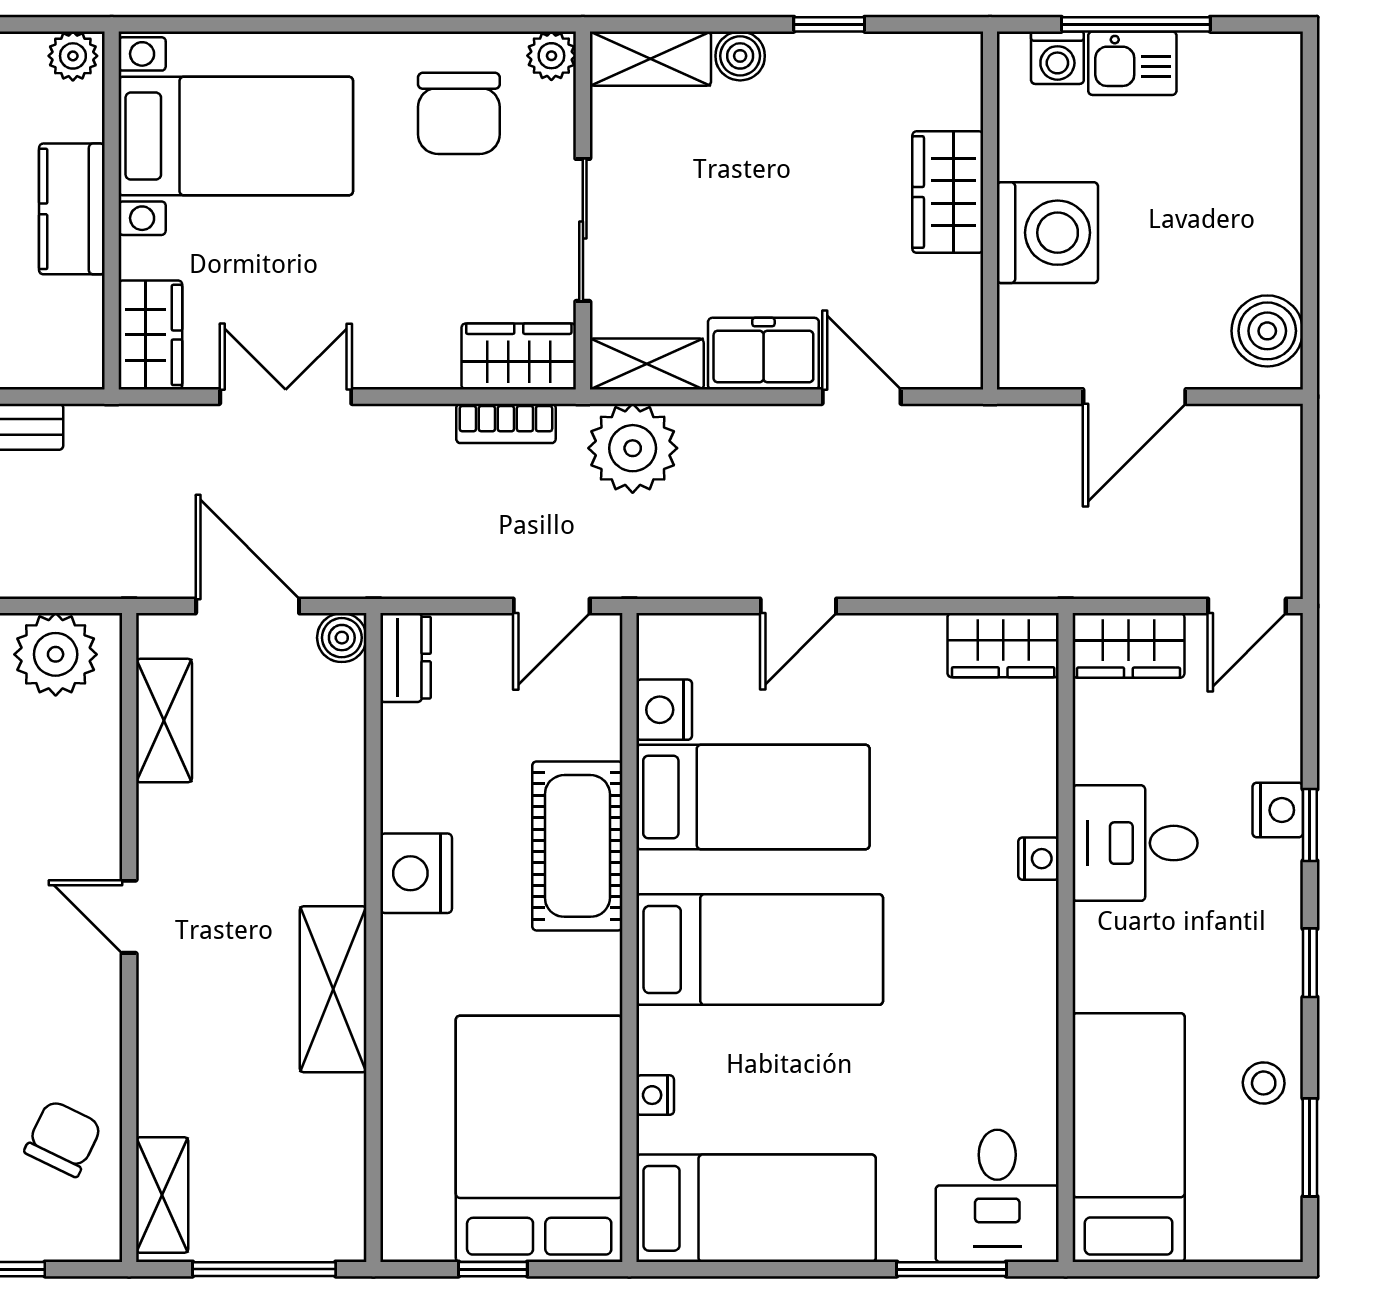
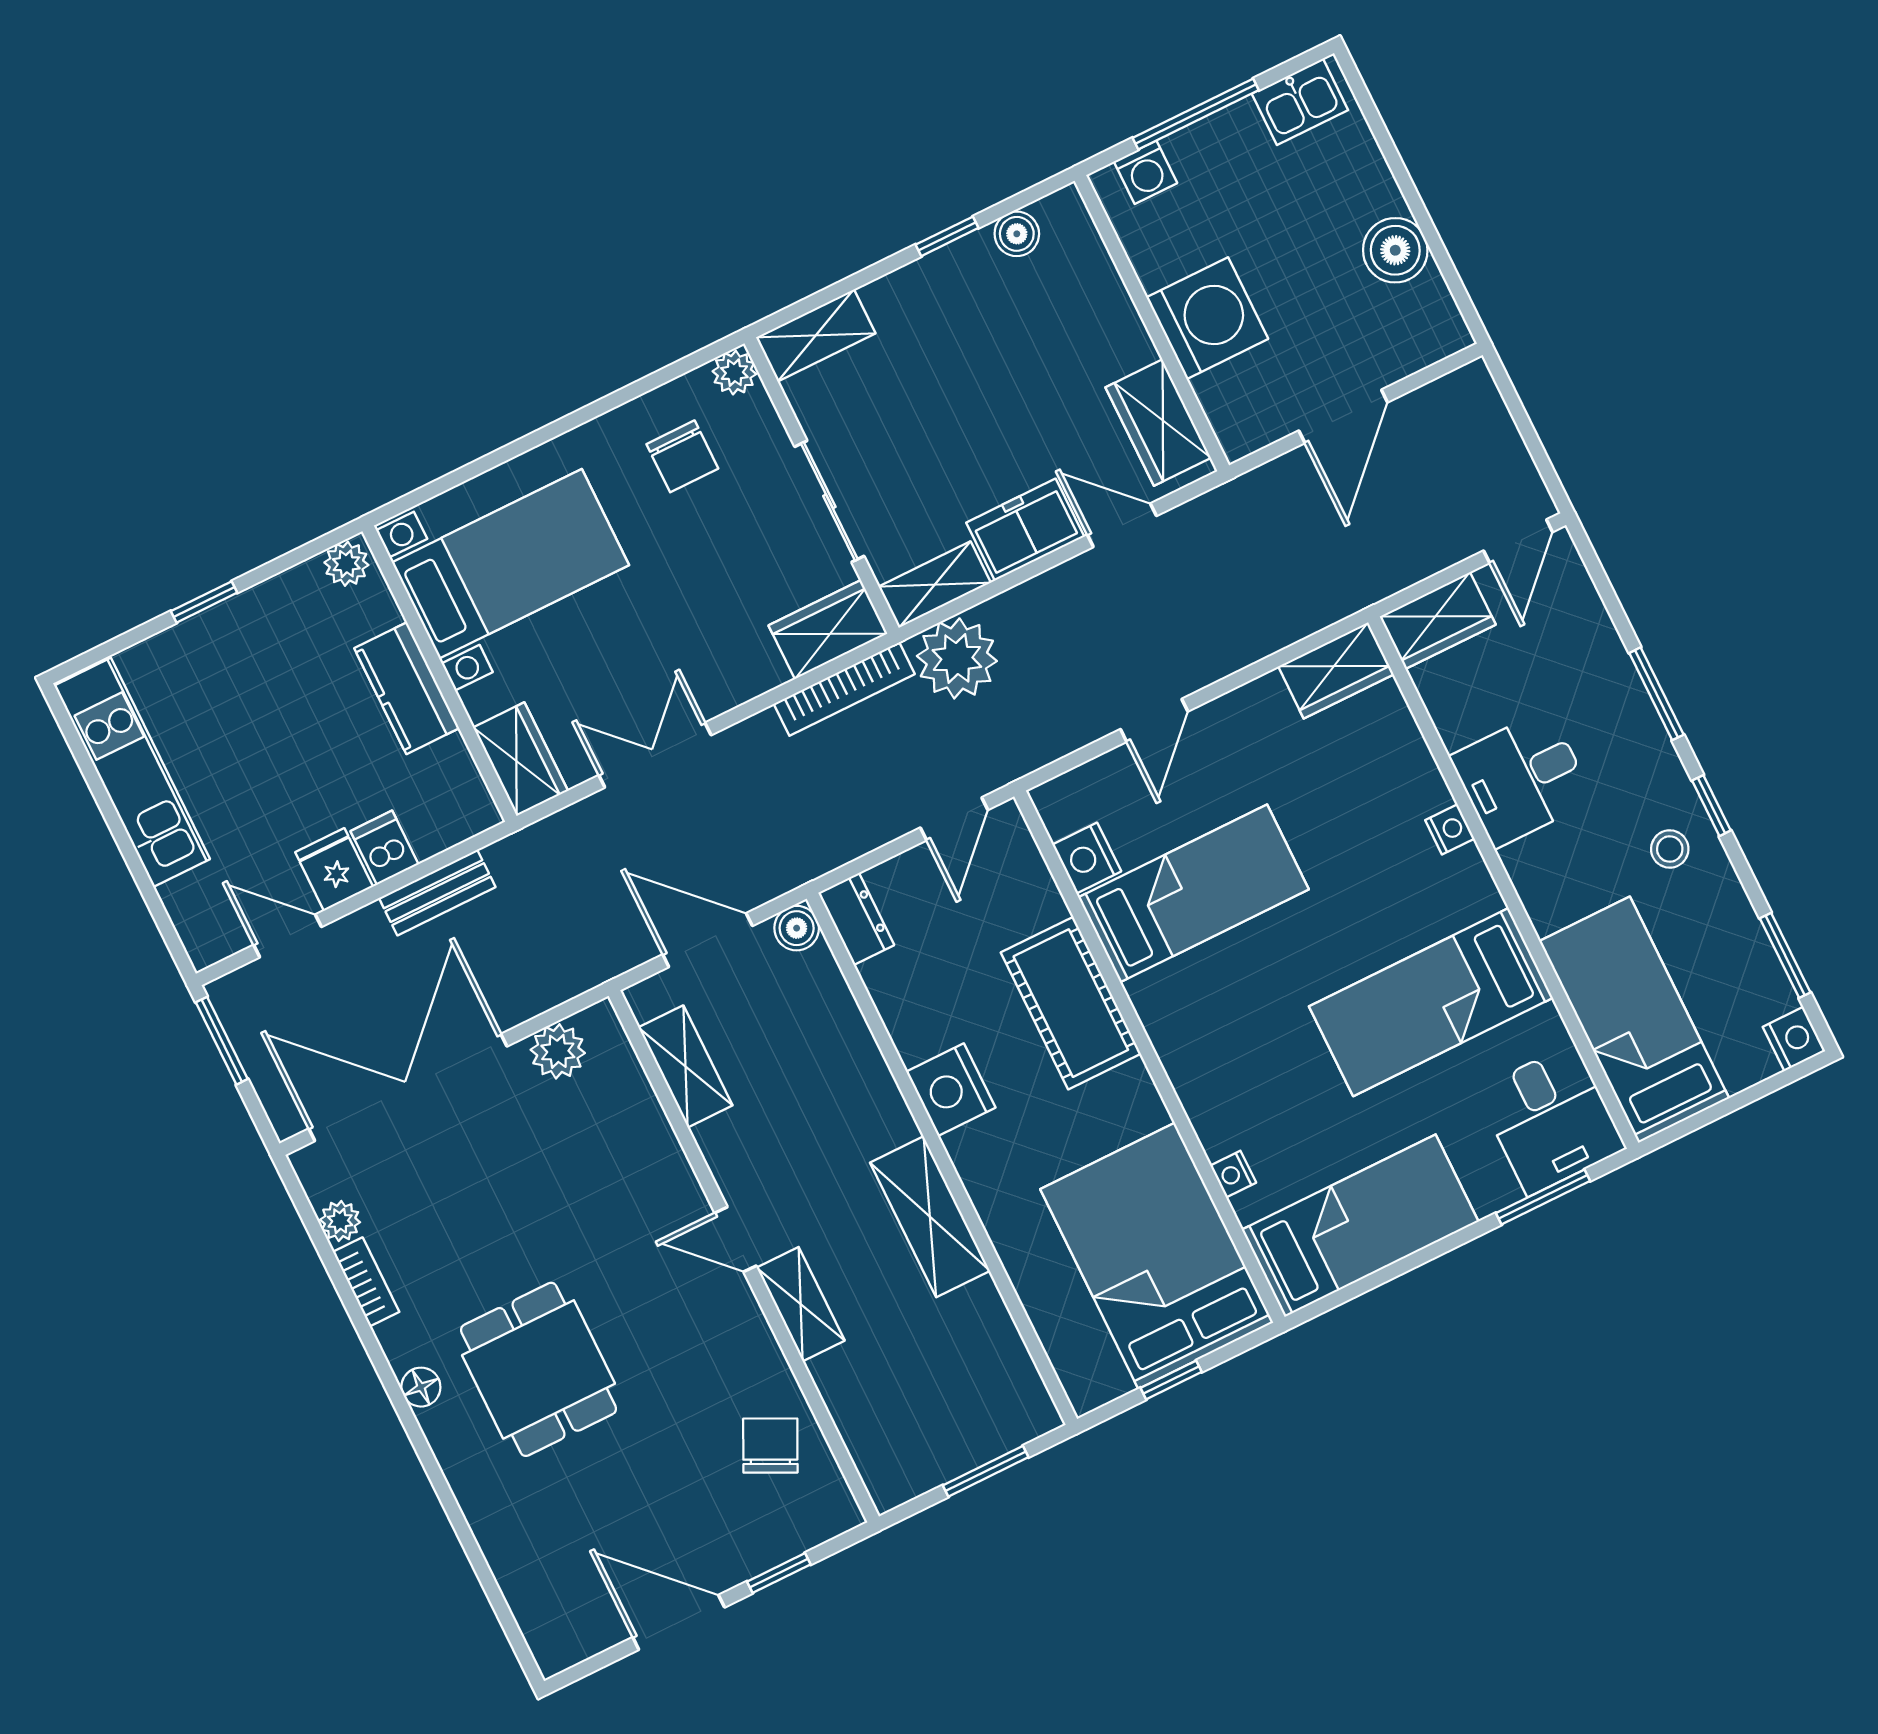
boiler: (740, 56) -> (1017, 234), moved
kitchen sink: (1132, 63) -> (1300, 102), moved
chair: (459, 113) -> (682, 456), width x0.73, depth x0.73
wardrobe: (948, 192) -> (1158, 423), moved
boiler: (1267, 331) -> (1395, 250), moved
bookcase: (506, 423) -> (844, 689), width x1.56
plant: (56, 654) -> (558, 1051), width x0.73, depth x0.73
nightstand: (1278, 810) -> (1794, 1039), moved
window: (1310, 825) -> (1656, 694), width x1.50
bed: (760, 950) -> (1431, 1002), moved, turned 180
stool: (1264, 1083) -> (1670, 849), moved
shelving: (162, 1195) -> (801, 1304), moved
window: (264, 1269) -> (986, 1471), width x0.69

